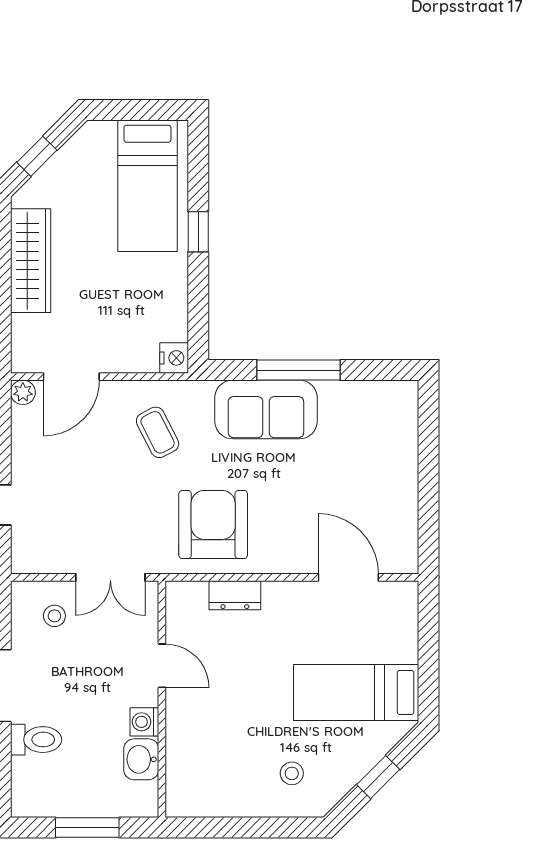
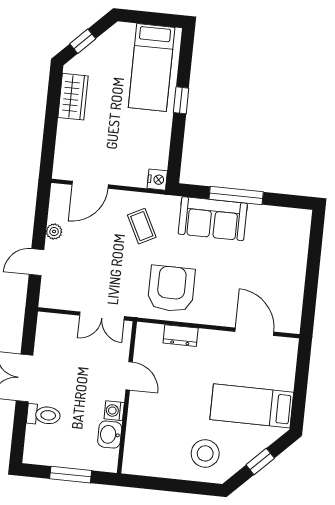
wardrobe: (31, 261) -> (73, 97), width x0.67
plant: (23, 392) -> (54, 232), moved
stool: (54, 616) -> (64, 337), removed
stool: (292, 773) -> (205, 453), width x1.89, depth x1.89

